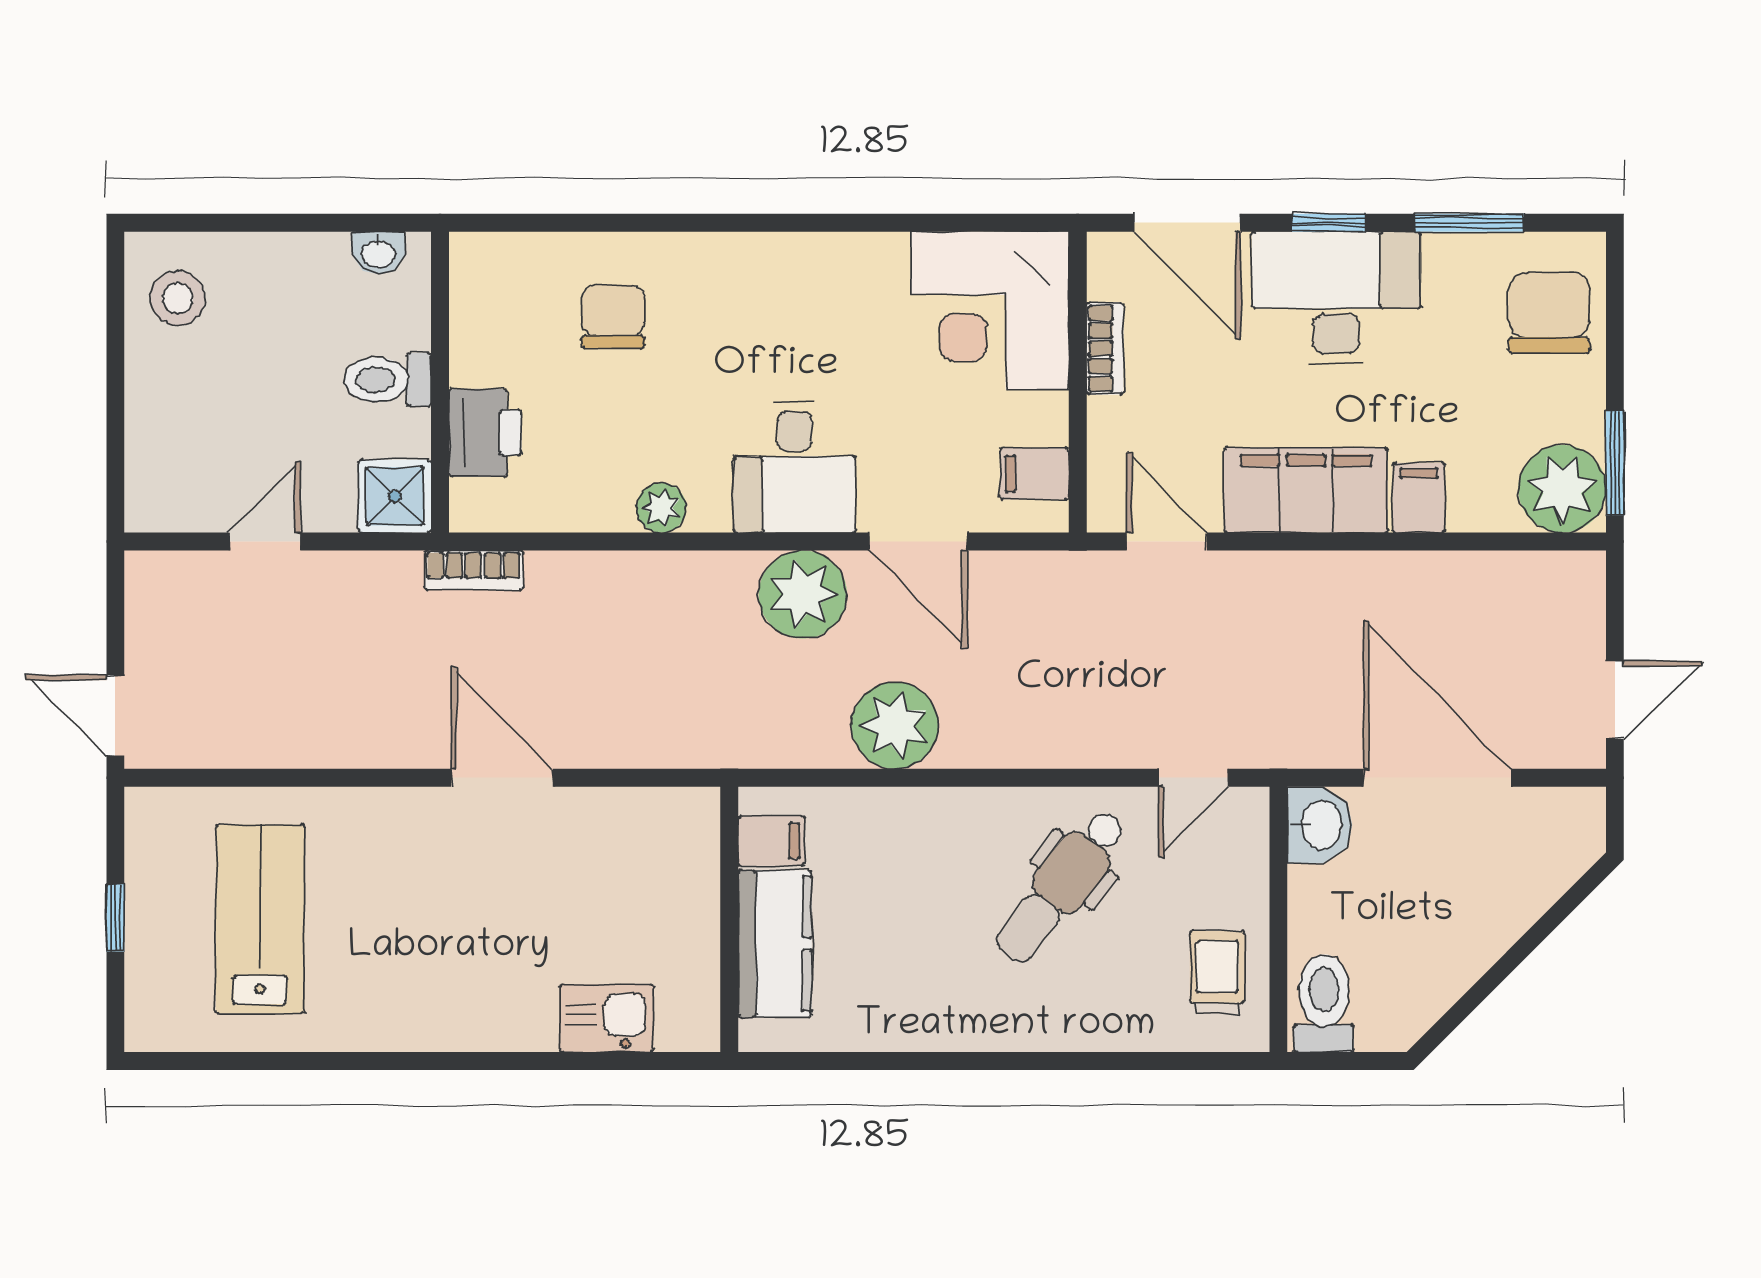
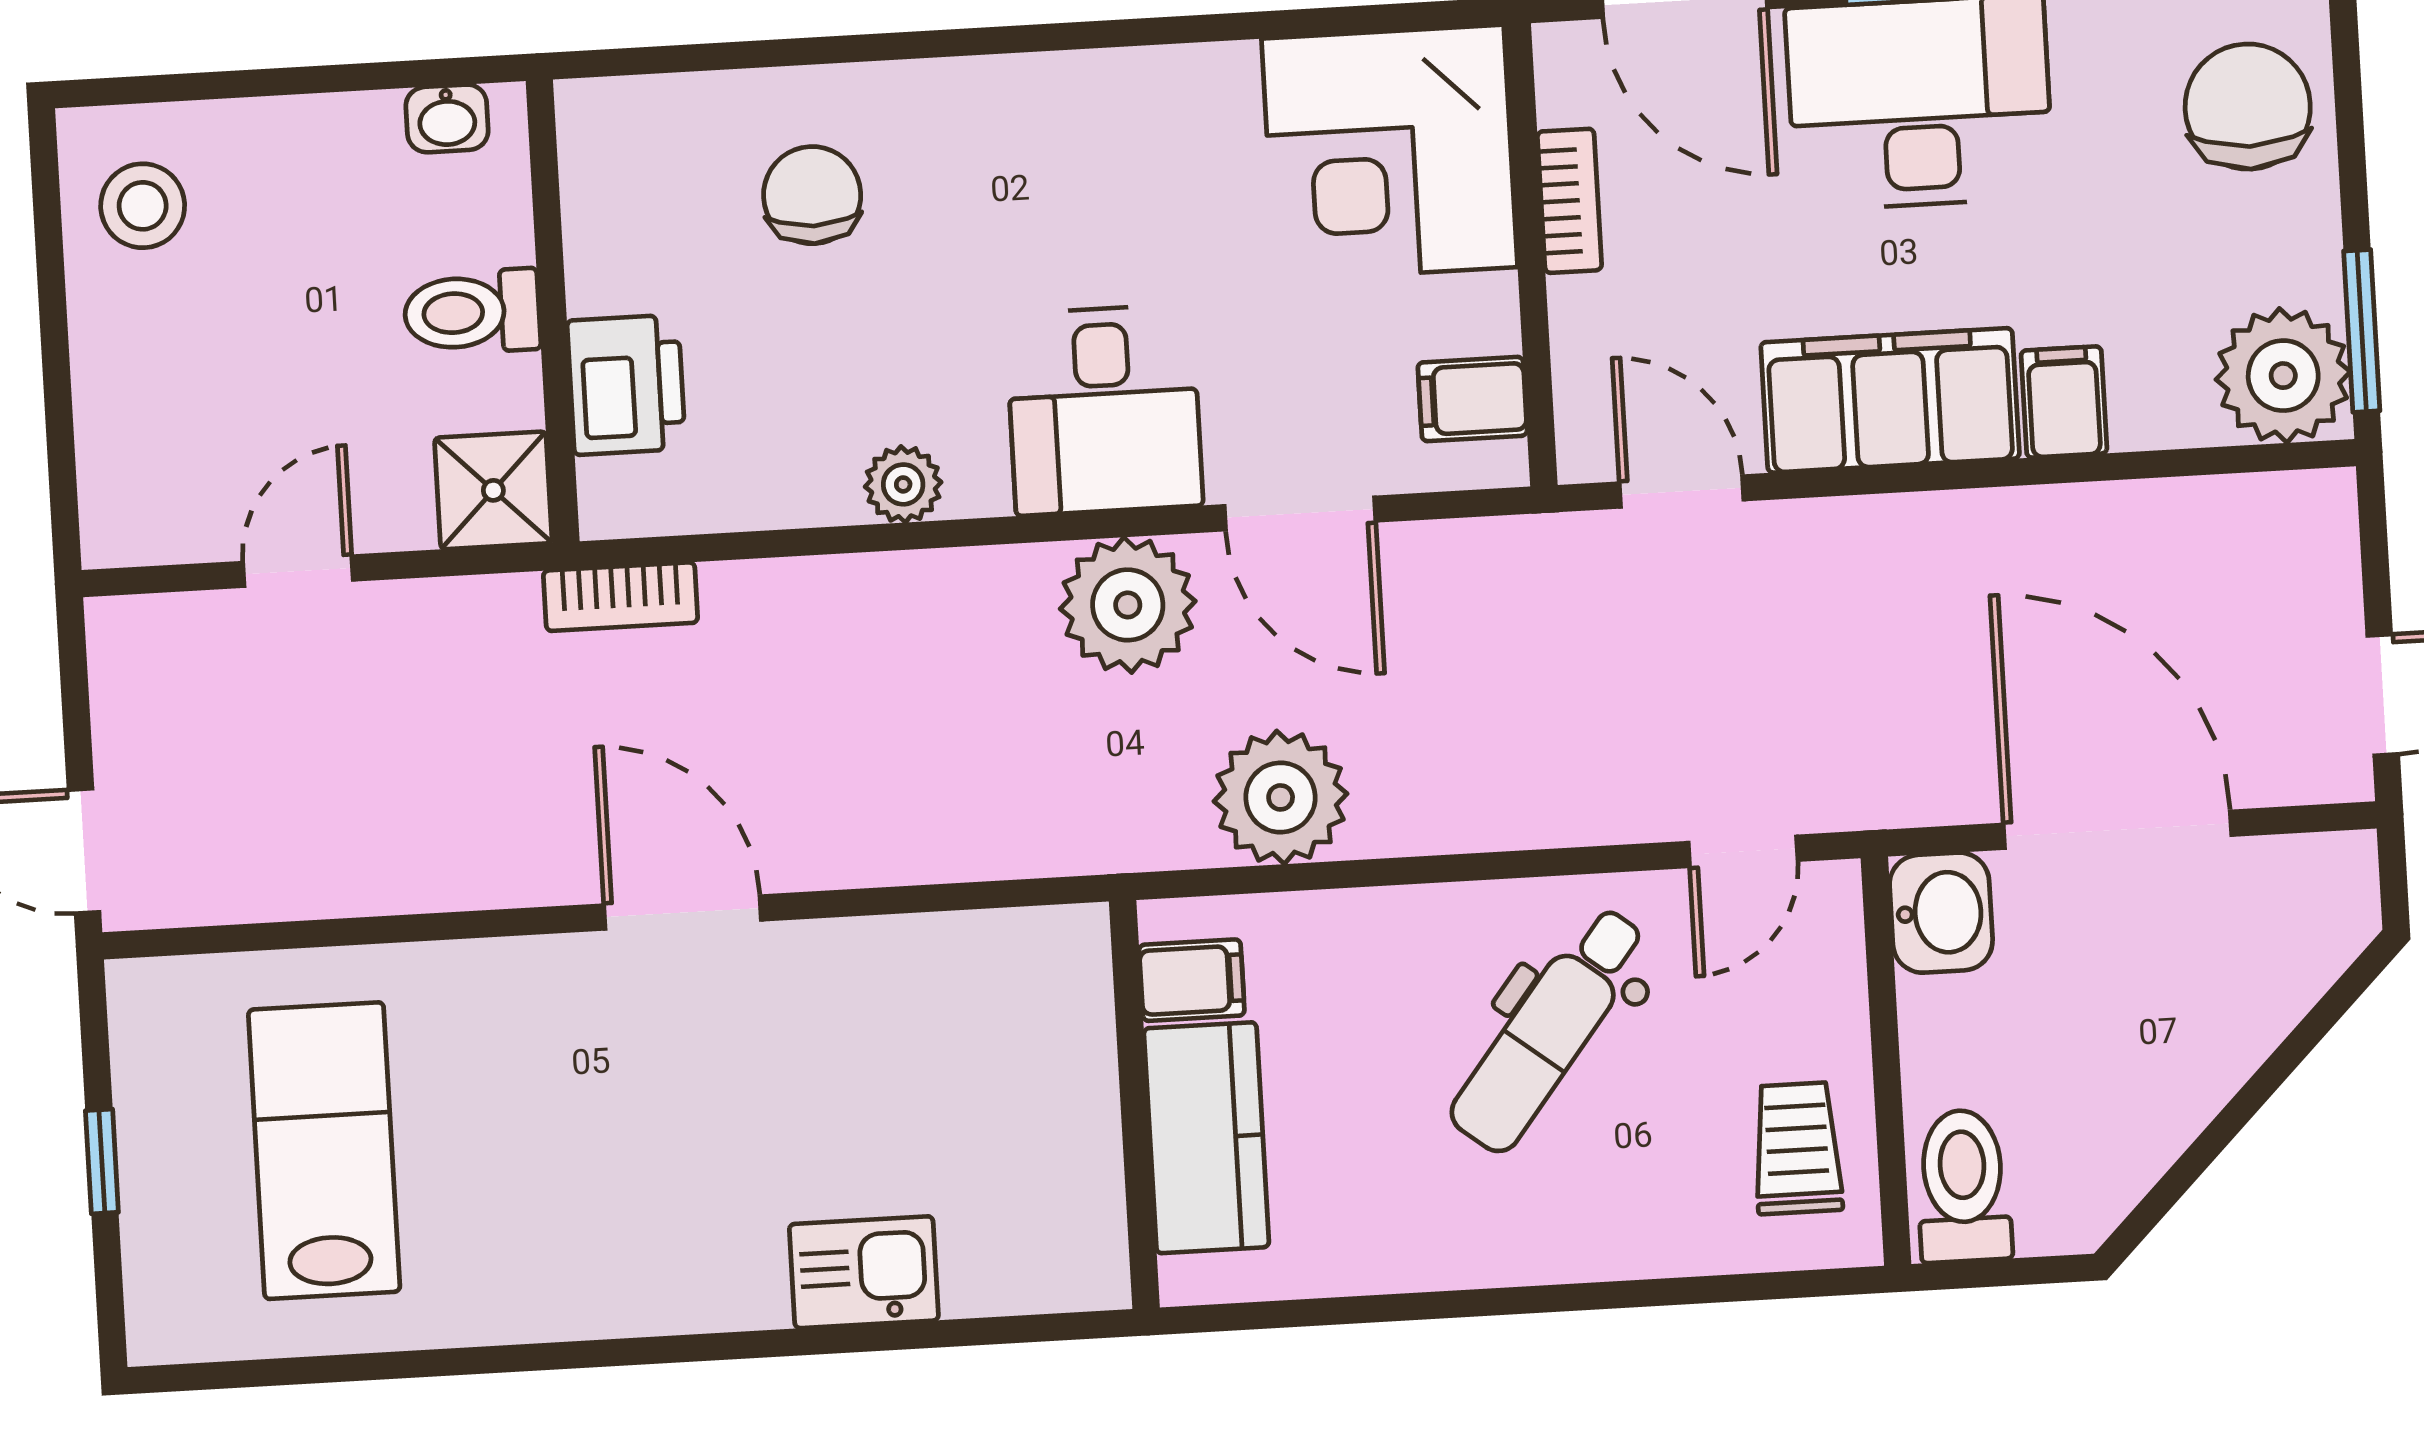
filing cabinet: (771, 841) -> (1192, 980), moved
wall: (729, 919) -> (1134, 1104), moved
kitchen counter: (775, 944) -> (1206, 1138), moved

